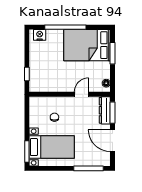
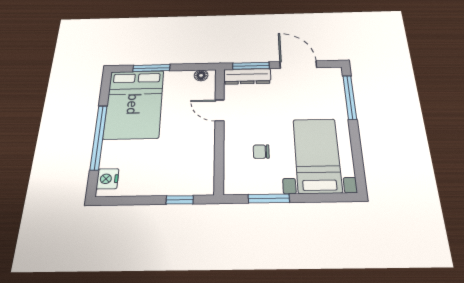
door: (113, 141) -> (298, 65), swing flipped
window: (27, 152) -> (269, 198), moved

